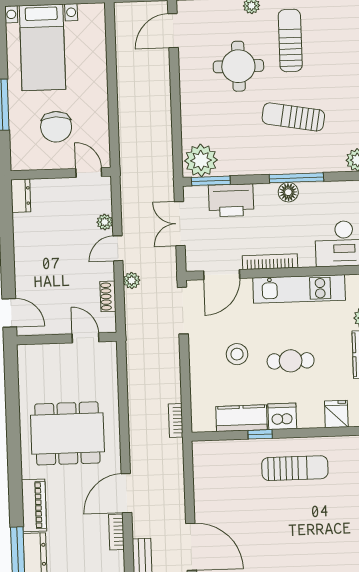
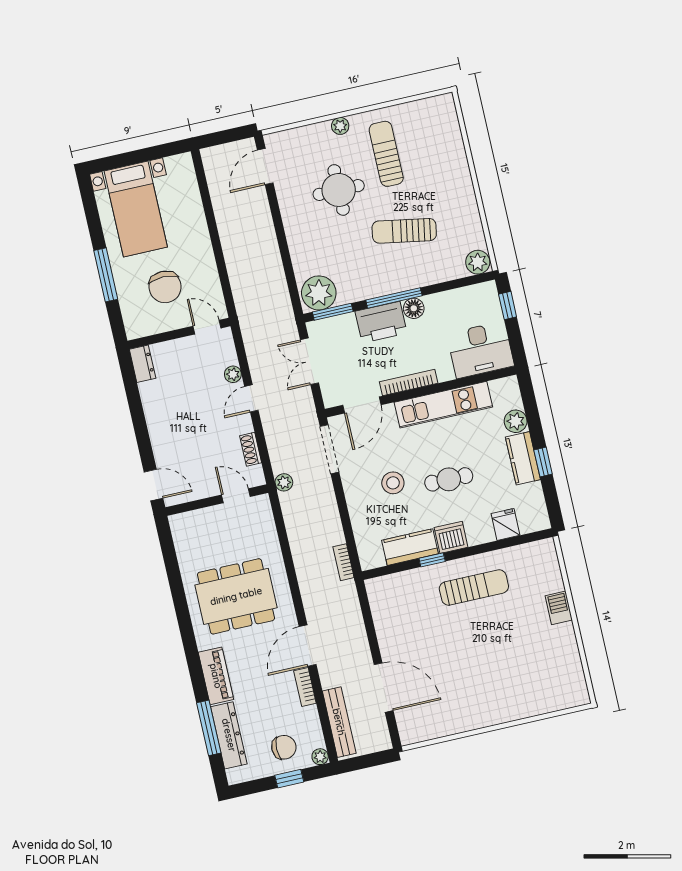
window: (296, 178) -> (394, 298), moved
printer: (231, 200) -> (381, 322), moved
plant: (132, 280) -> (284, 482), moved

